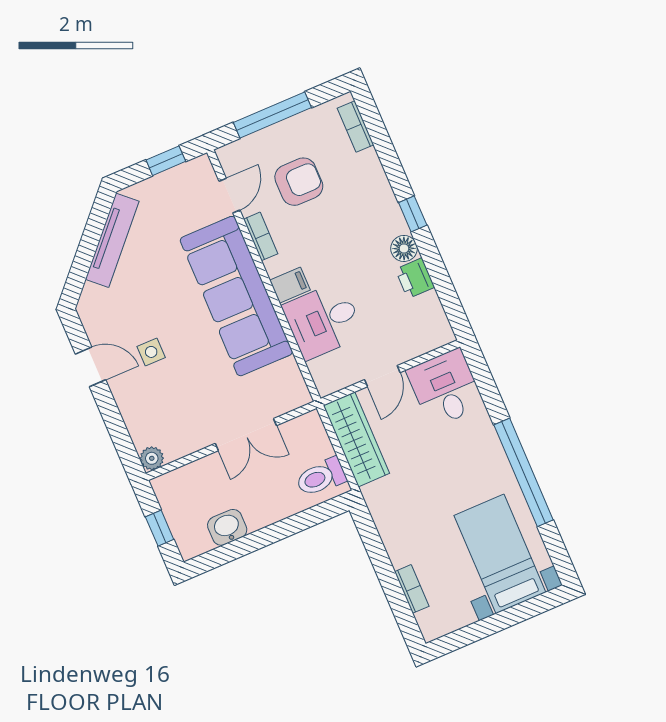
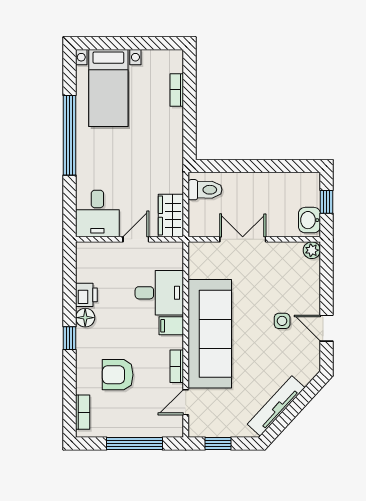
armchair: (299, 182) -> (118, 375), moved
wardrobe: (356, 439) -> (171, 215), width x0.67
washbasin: (227, 527) -> (309, 220), moved, turned 90

